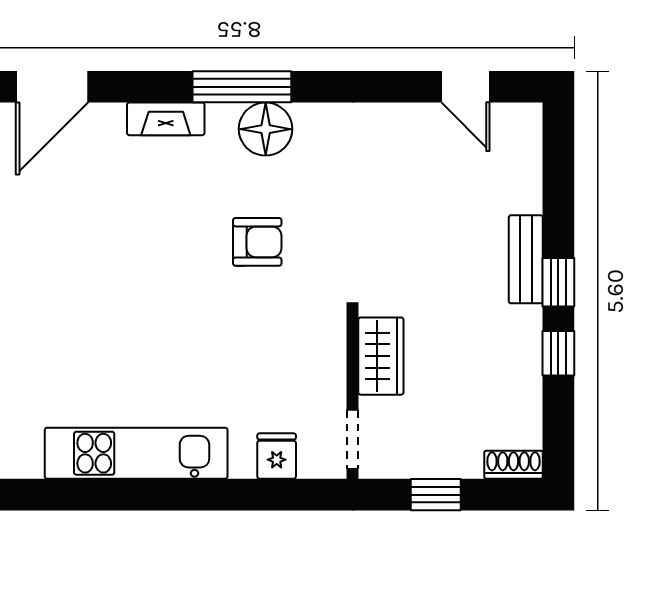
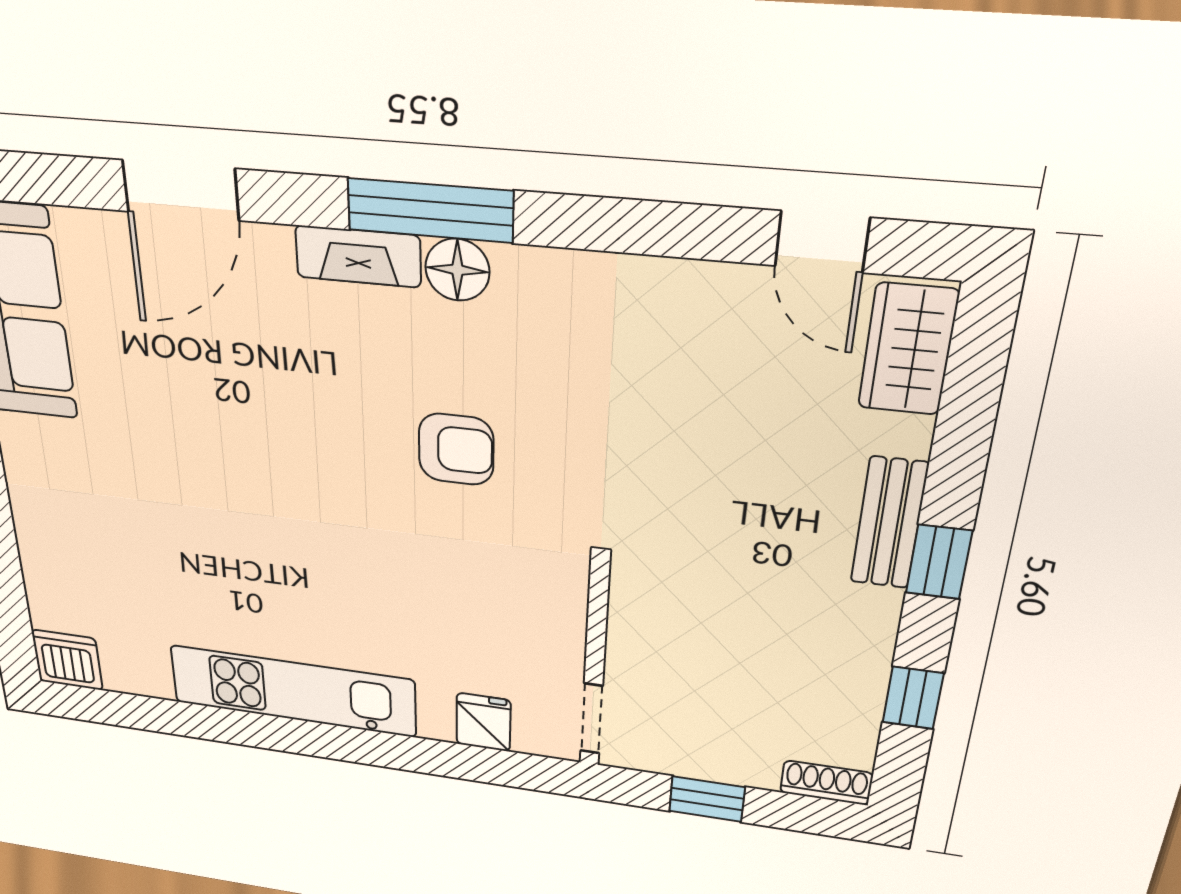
door: (52, 87) -> (181, 190), moved
fireplace: (166, 119) -> (358, 256), moved
floor lamp: (266, 129) -> (457, 270), width x0.73, depth x0.73
window: (558, 353) -> (913, 698), moved
wardrobe: (381, 356) -> (908, 349), moved, turned 180

